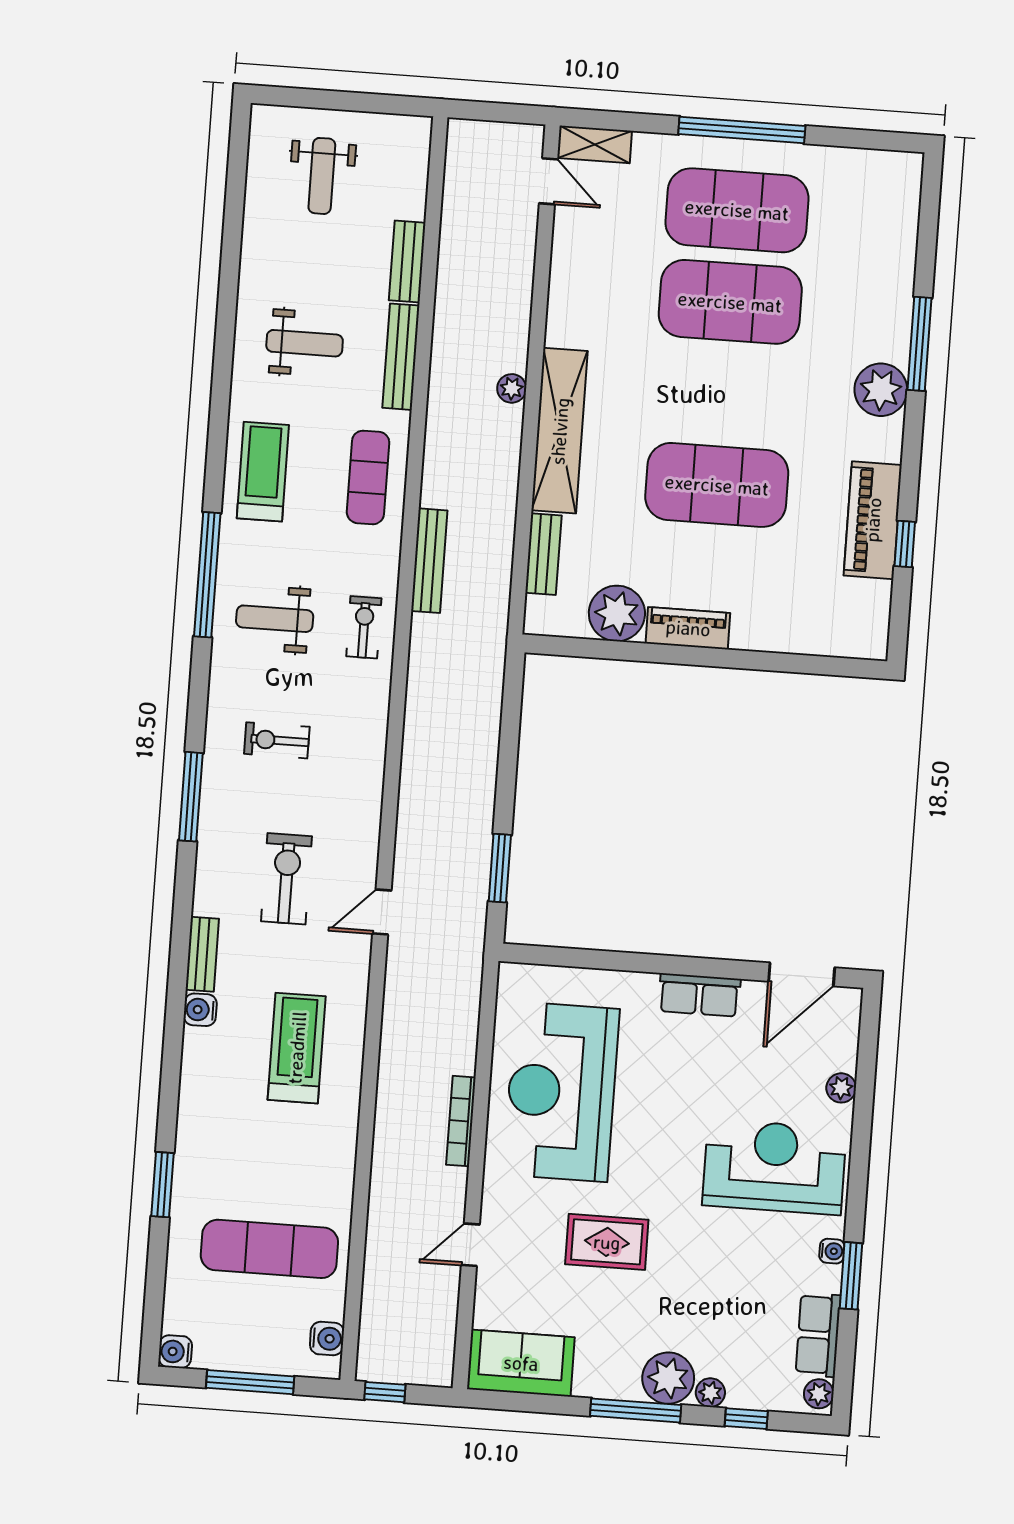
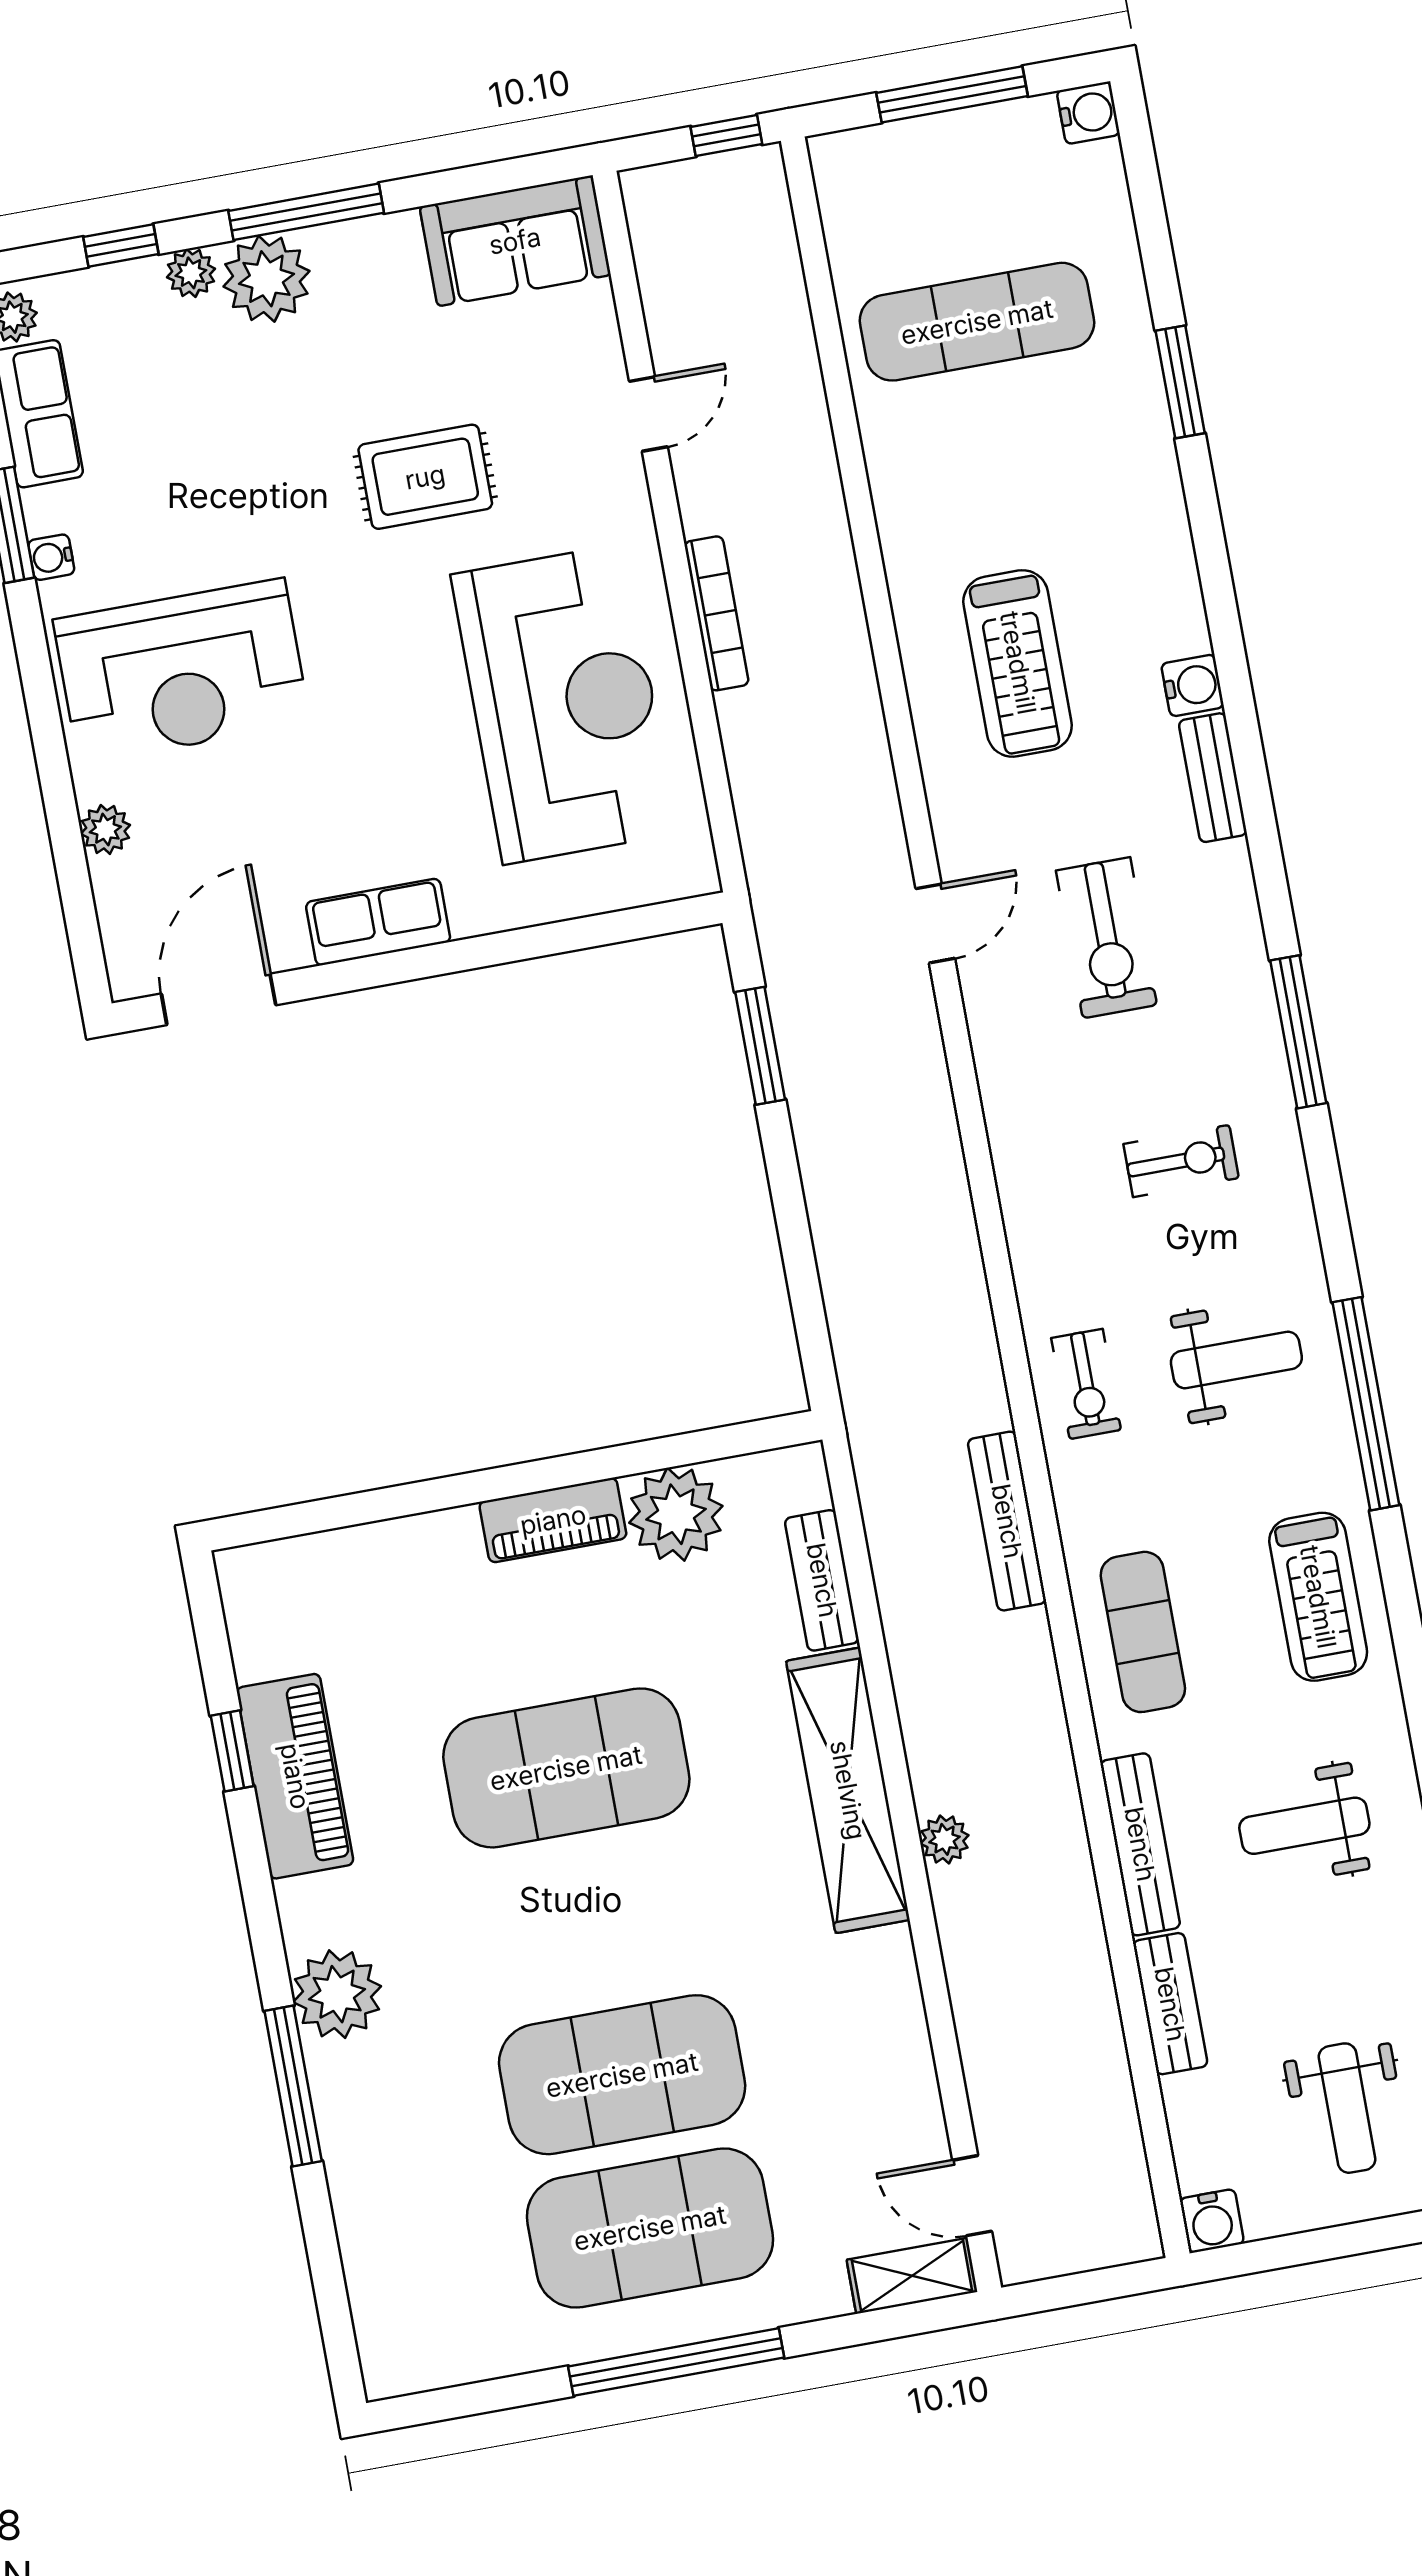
weight bench: (322, 176) -> (1347, 2108), turned 180
water cooler: (327, 1339) -> (1212, 2221), moved, turned -90

